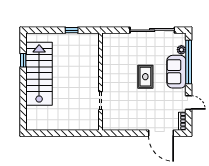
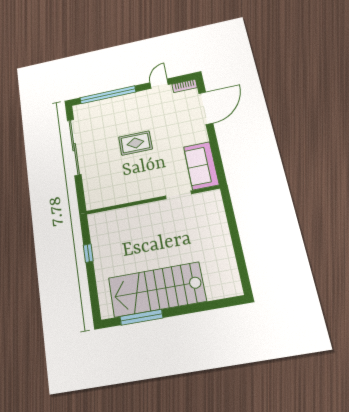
plant: (181, 50) -> (94, 107), removed
window: (23, 60) -> (141, 317), width x2.17
sofa: (176, 72) -> (201, 166), moved, turned 90

